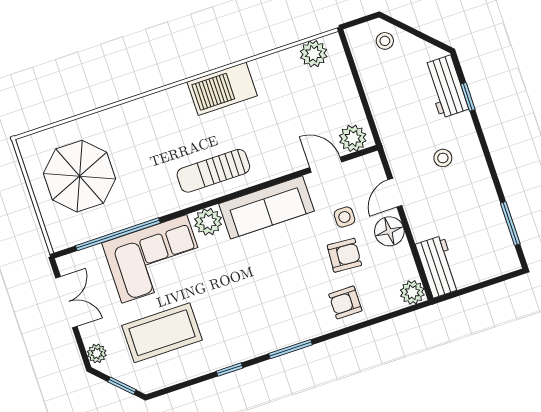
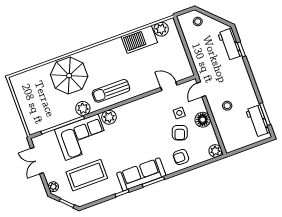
barbecue: (222, 89) -> (139, 39), moved
plant: (353, 138) -> (83, 108), moved
stool: (443, 158) -> (227, 106), moved
parasol: (79, 176) -> (69, 76), moved
door: (395, 193) -> (201, 89), moved
sofa: (267, 207) -> (141, 174), moved, turned 180
armchair: (344, 255) -> (180, 133), turned 106
workbench: (438, 267) -> (258, 121), moved, turned 180
double door: (66, 302) -> (37, 161), swing flipped

